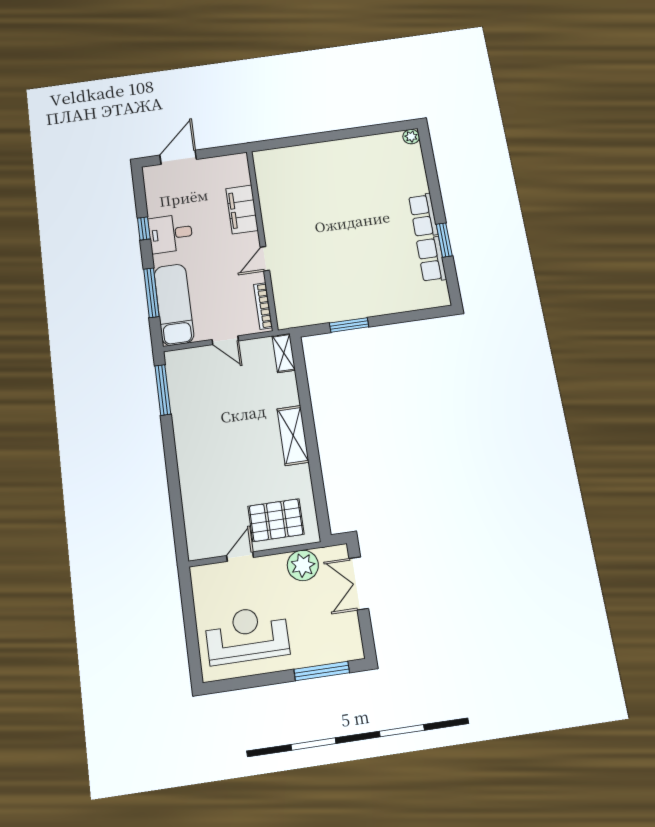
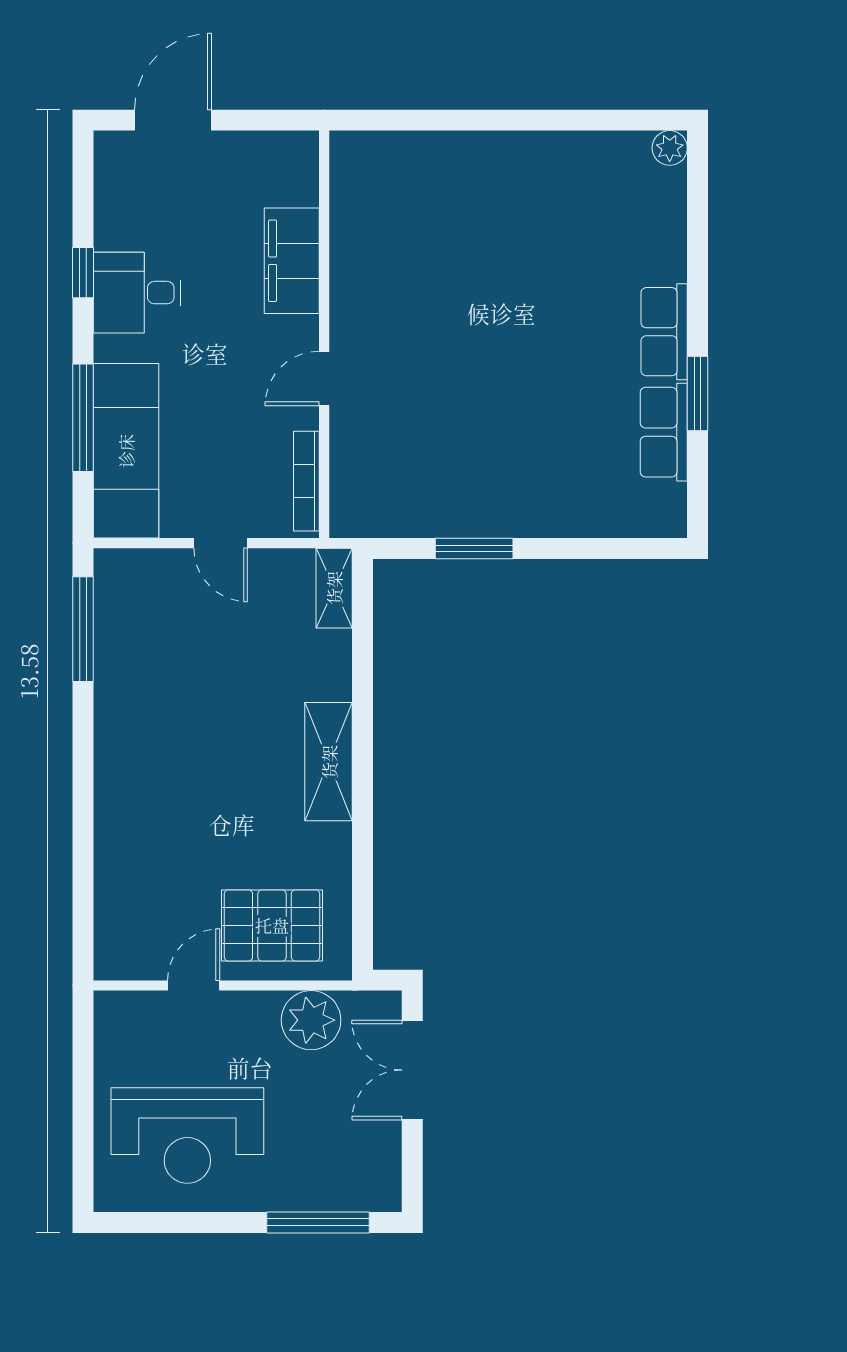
reception desk: (247, 635) -> (187, 1136), turned 180

